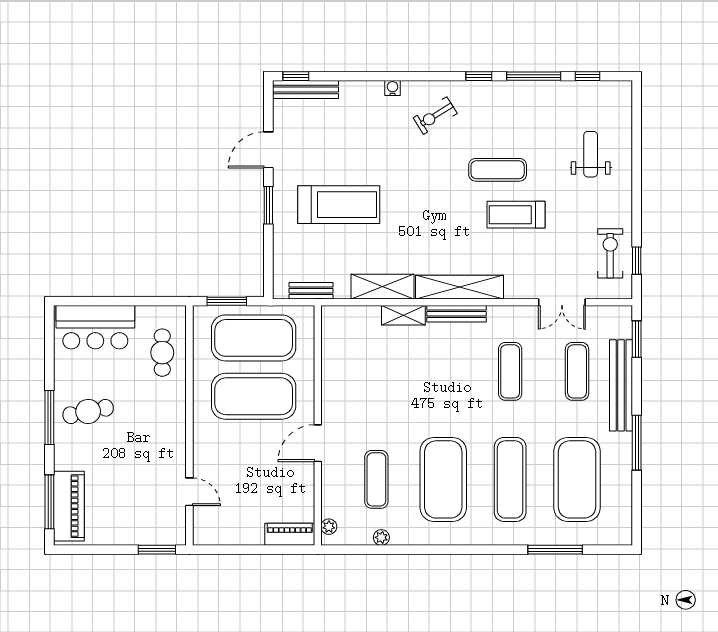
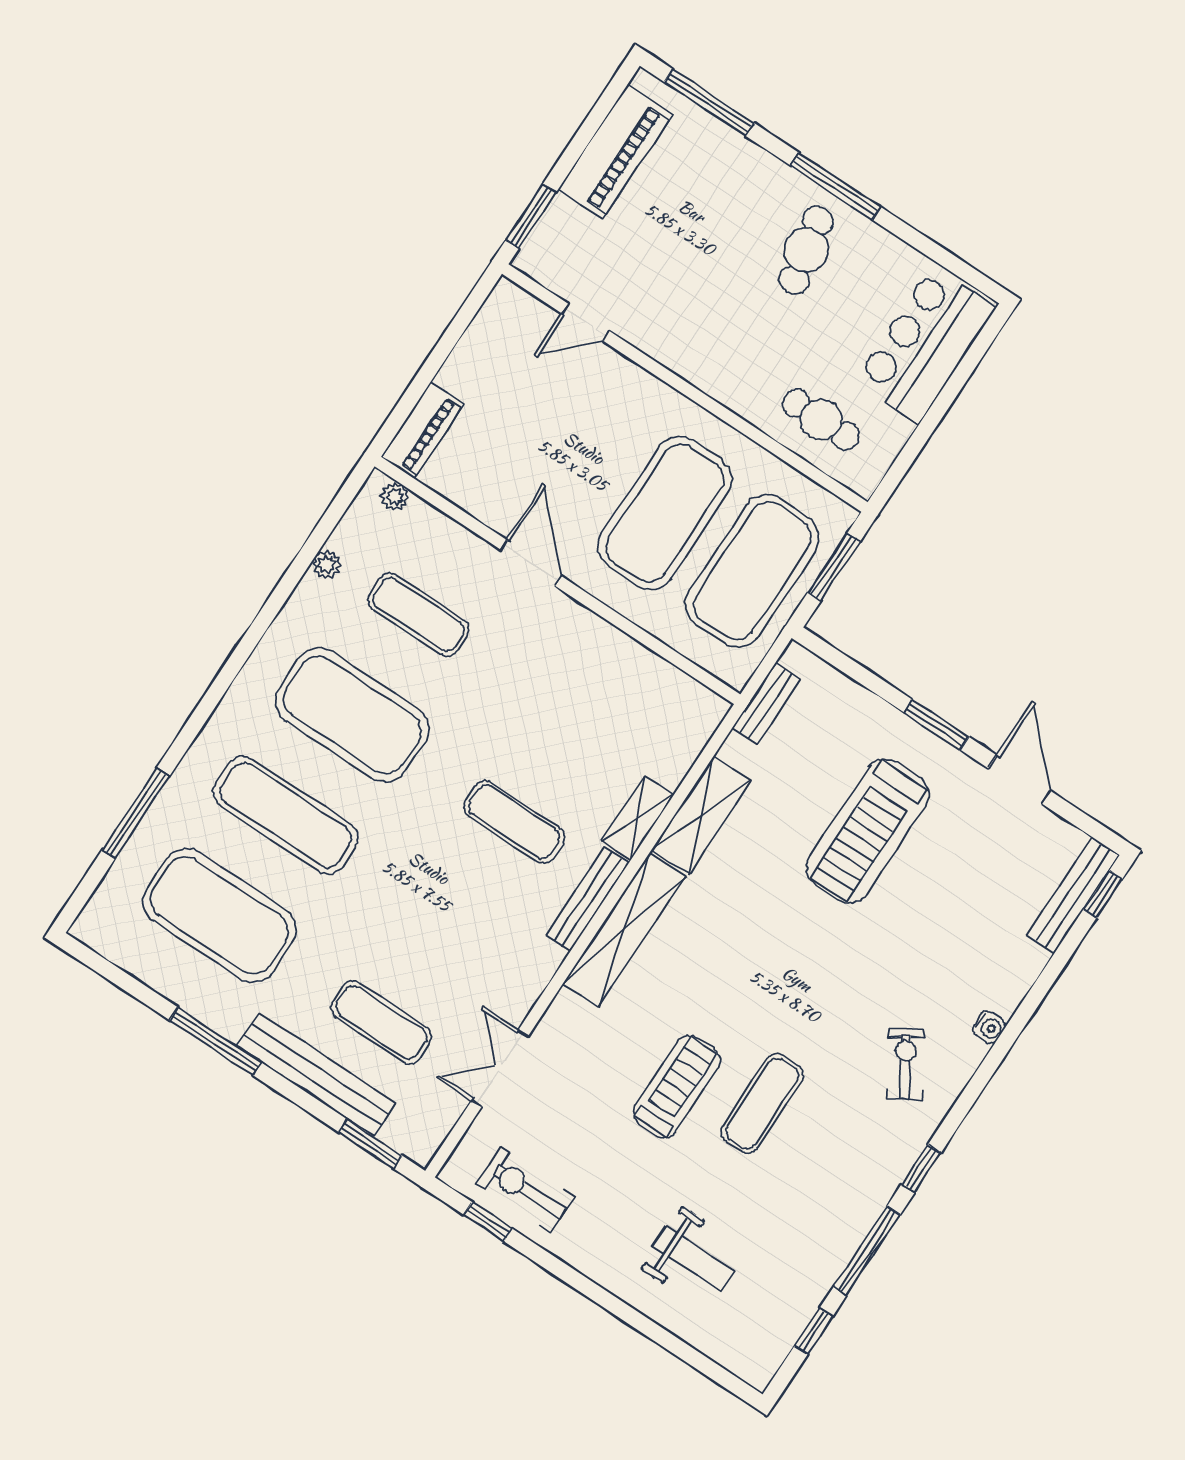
exercise bike: (610, 253) -> (525, 1189), turned 180
exercise mat: (510, 371) -> (514, 822), moved
piano: (69, 506) -> (615, 152), moved, turned -90

